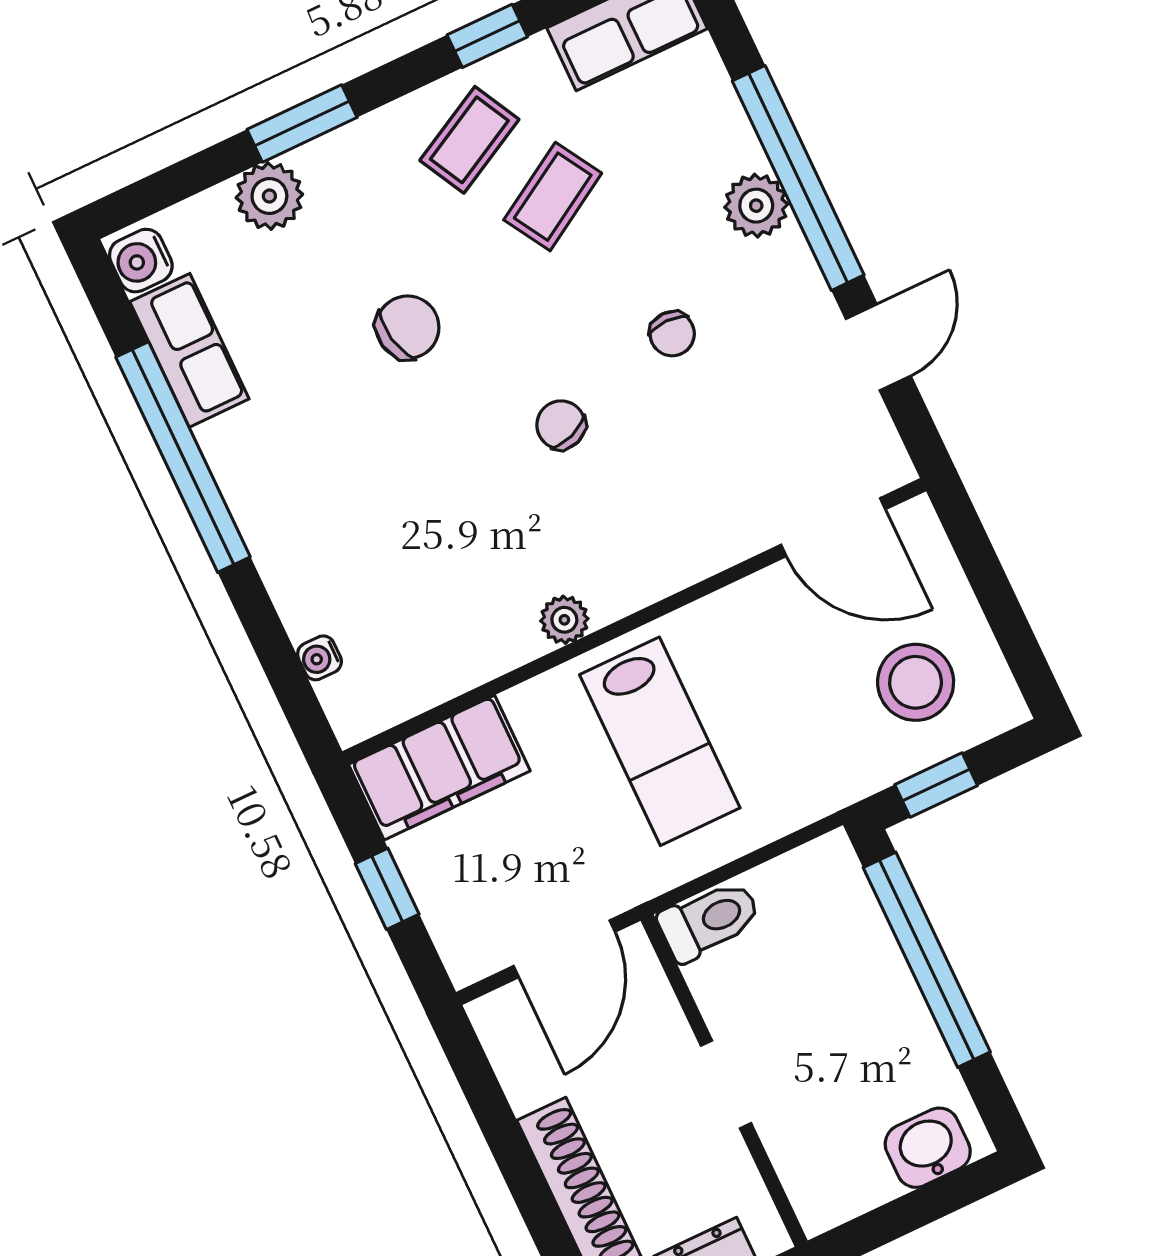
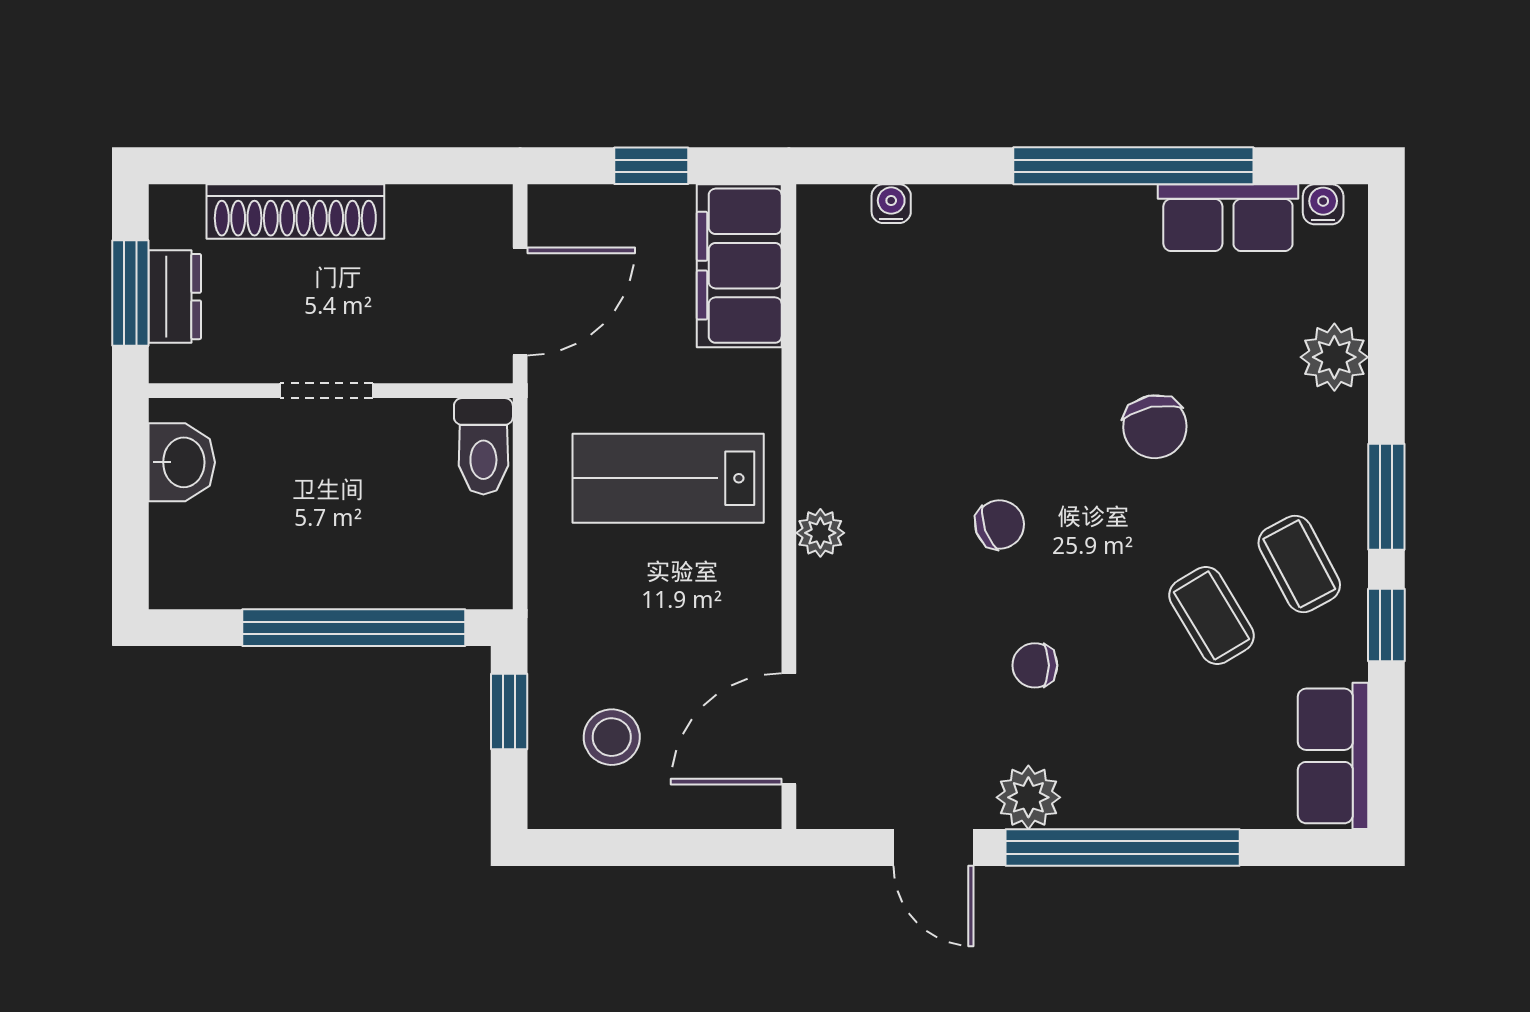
window: (302, 123) -> (1386, 497), moved
plant: (756, 206) -> (1028, 797), moved
water cooler: (141, 261) -> (1323, 204), width x0.72, depth x0.72
plant: (564, 620) -> (820, 533), moved
stool: (916, 682) -> (612, 737), width x0.73, depth x0.73
door: (564, 949) -> (520, 301), swing flipped
washbasin: (928, 1148) -> (182, 462), moved

